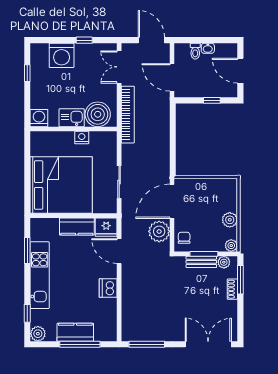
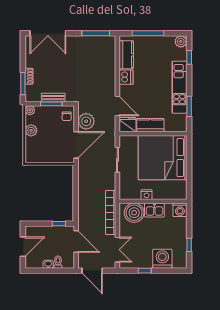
door: (240, 71) -> (23, 247), hinge flipped
window: (212, 100) -> (59, 224), moved
plant: (224, 262) -> (36, 97), removed
kitchen counter: (75, 332) -> (126, 55), moved, turned -90

